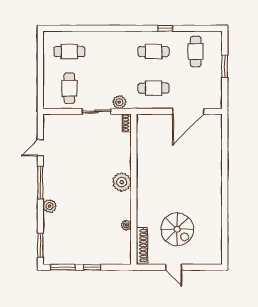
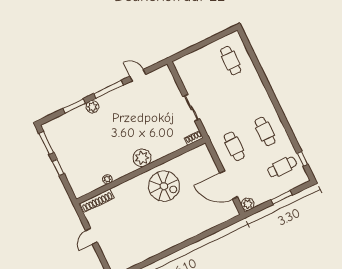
window: (165, 28) -> (302, 159), moved
cafe table: (69, 88) -> (200, 75), removed
plant: (119, 102) -> (248, 204), moved
spiral stairs: (177, 229) -> (164, 186), moved, turned -90
window: (40, 245) -> (74, 106), moved

